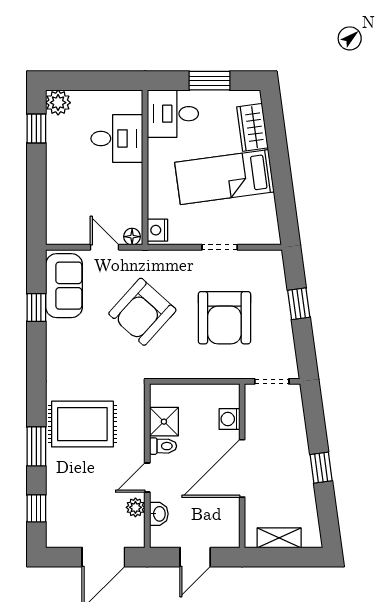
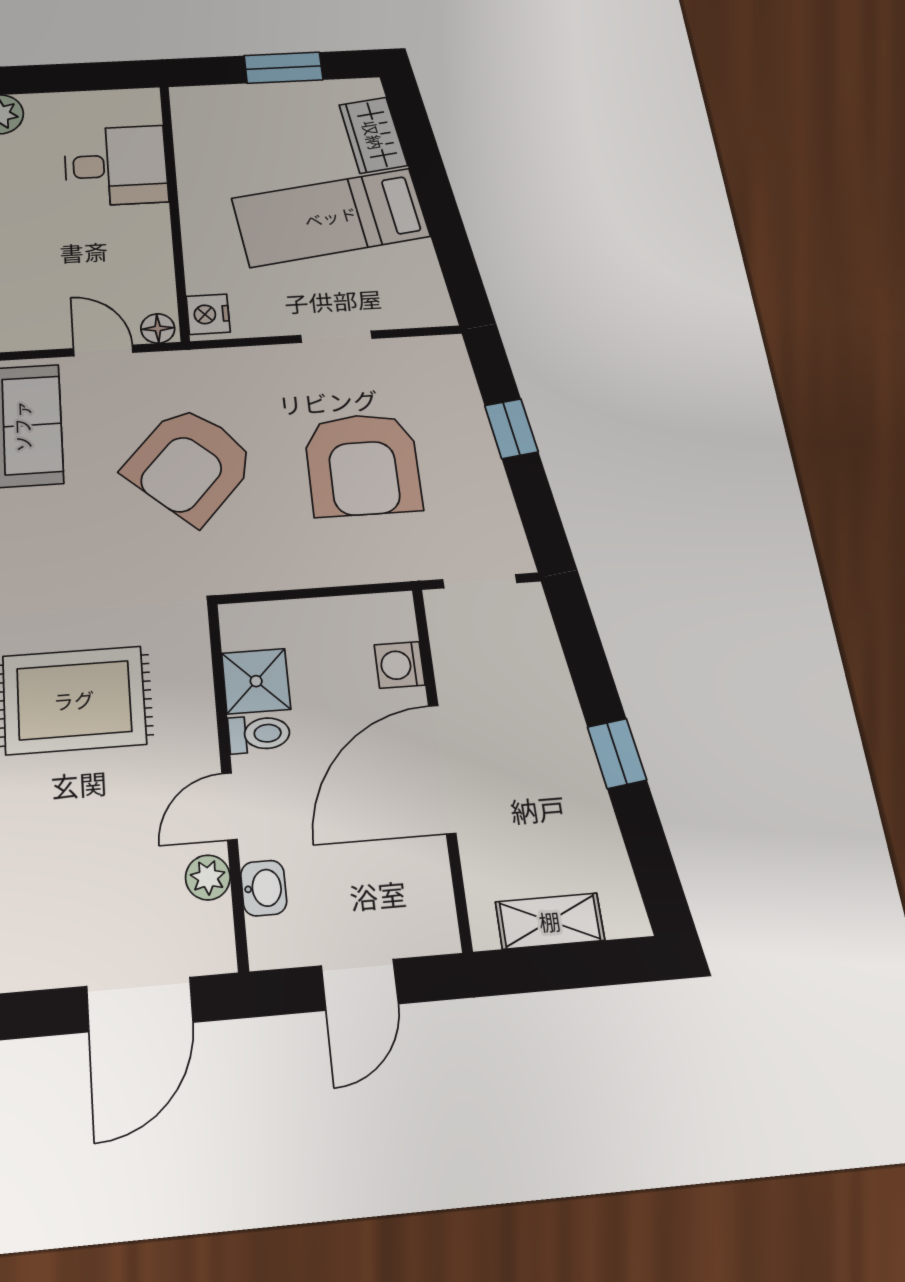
desk: (173, 114) -> (220, 121), removed

